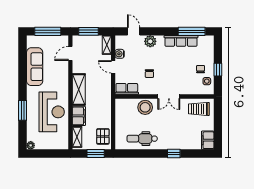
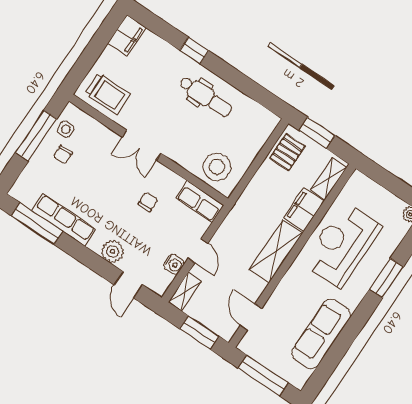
door: (70, 53) -> (251, 317), swing flipped
window: (218, 70) -> (36, 136), width x2.17
double door: (169, 97) -> (142, 145), swing flipped
stool: (145, 107) -> (217, 167), moved
dental chair: (142, 139) -> (206, 97), moved

